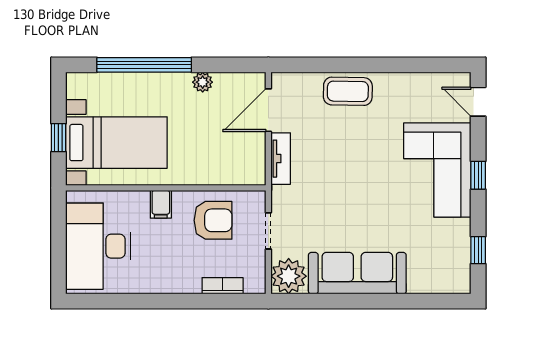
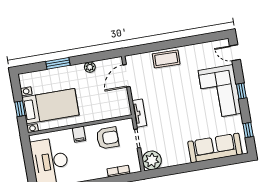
window: (144, 65) -> (58, 63), width x0.47
tv unit: (281, 159) -> (139, 113), moved
sofa: (357, 273) -> (215, 148), moved

